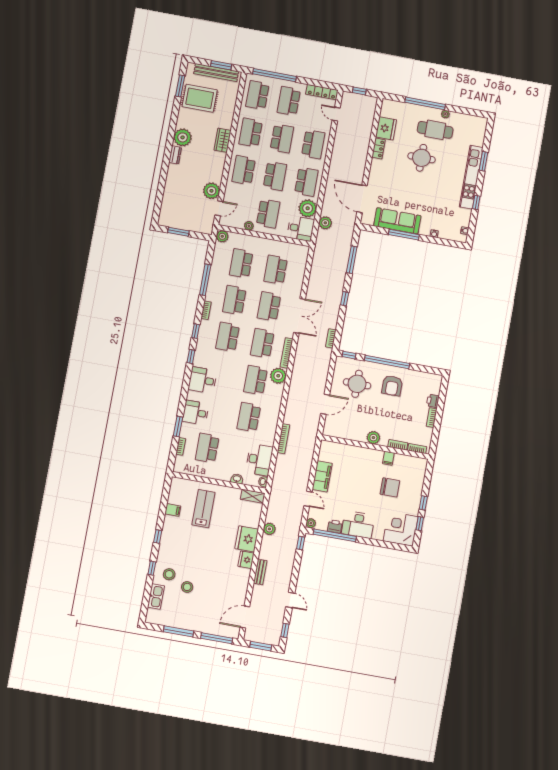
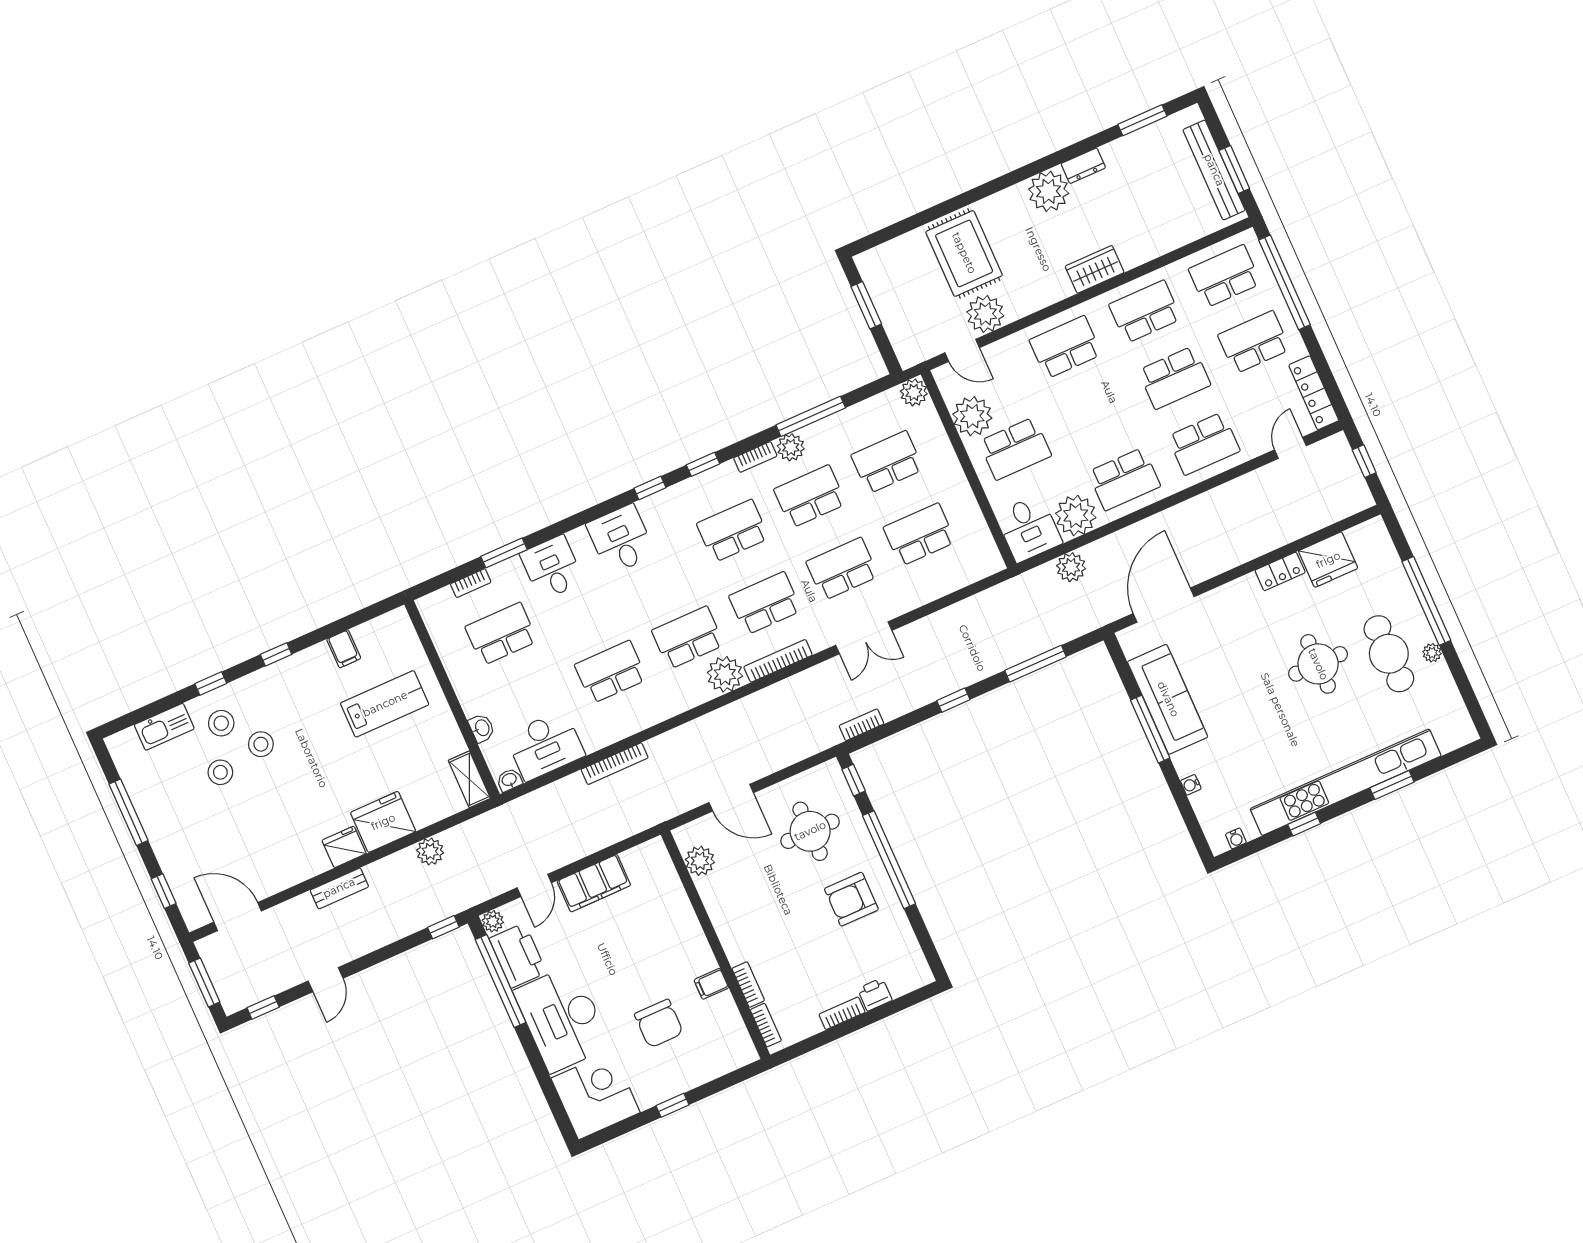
rug: (200, 98) -> (964, 253), moved
dresser: (175, 155) -> (1083, 166), moved
school desk: (275, 176) -> (1095, 413), removed
kitchen unit: (471, 177) -> (1346, 782), width x1.36
plant: (249, 226) -> (972, 416), width x1.88, depth x1.88
plant: (212, 295) -> (791, 447), added
double door: (300, 316) -> (864, 638), width x0.73
plant: (373, 438) -> (700, 861), moved
window: (420, 524) -> (629, 1124), removed
desk: (358, 525) -> (562, 1019), width x1.36, depth x1.30
printer: (335, 526) -> (518, 956), width x1.87, depth x1.48
stool: (187, 565) -> (261, 744), added
window: (217, 638) -> (164, 891), width x0.46

